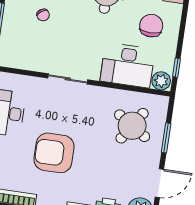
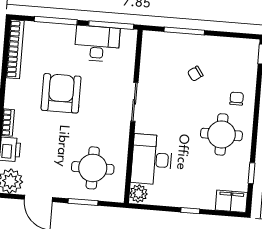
chair: (151, 26) -> (192, 180), removed
window: (176, 68) -> (190, 211), moved
round table: (132, 126) -> (93, 168), turned -33

